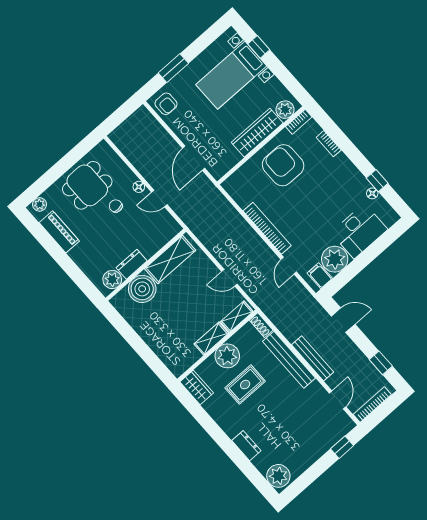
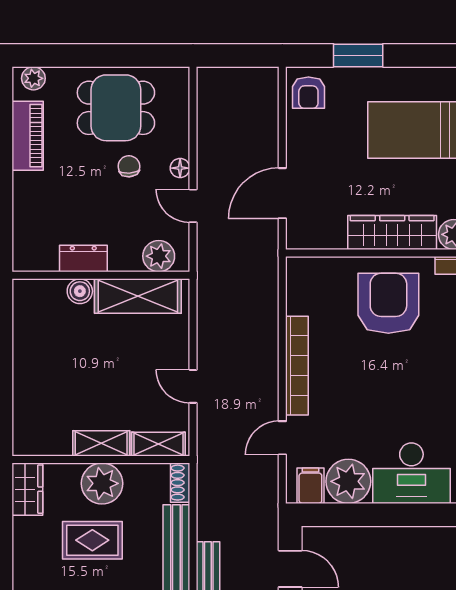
plant: (112, 279) -> (159, 256), moved
boiler: (142, 289) -> (80, 291), width x0.54, depth x0.54

